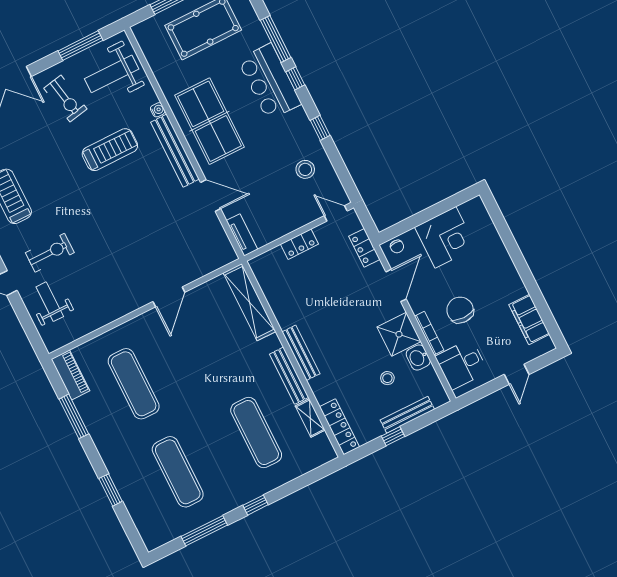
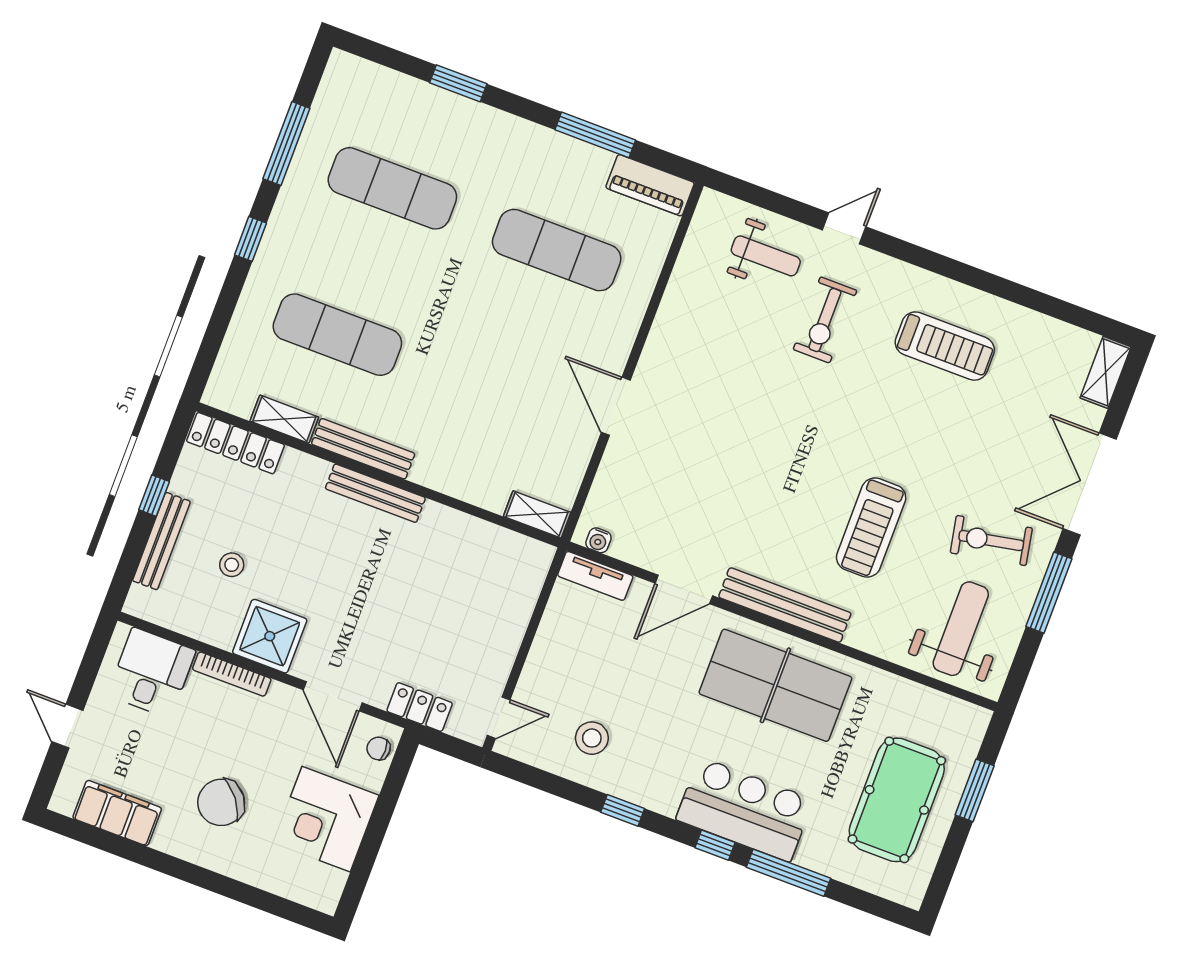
window: (81, 46) -> (1049, 593), moved
water cooler: (158, 110) -> (598, 540), moved
locker: (300, 244) -> (509, 633), removed
shelving: (249, 302) -> (537, 514), width x0.45, depth x0.75
chair: (460, 310) -> (221, 802), moved, turned 142
washbasin: (418, 357) -> (216, 629), removed

